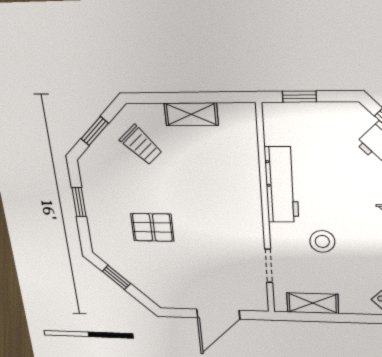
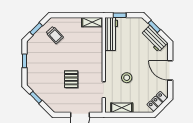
shelving: (191, 114) -> (92, 22), moved
workbench: (282, 185) -> (111, 34), moved
pallet: (152, 227) -> (71, 79), moved, turned 90

